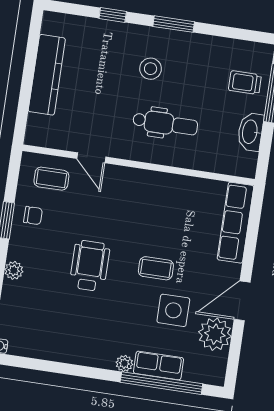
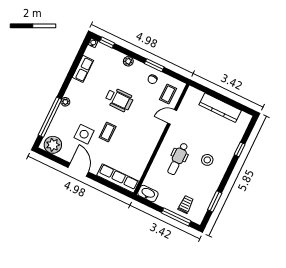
window: (174, 24) -> (215, 201), moved
washbasin: (250, 132) -> (148, 194), moved
plant: (215, 334) -> (53, 145), moved
row of seats: (159, 366) -> (83, 69), moved

